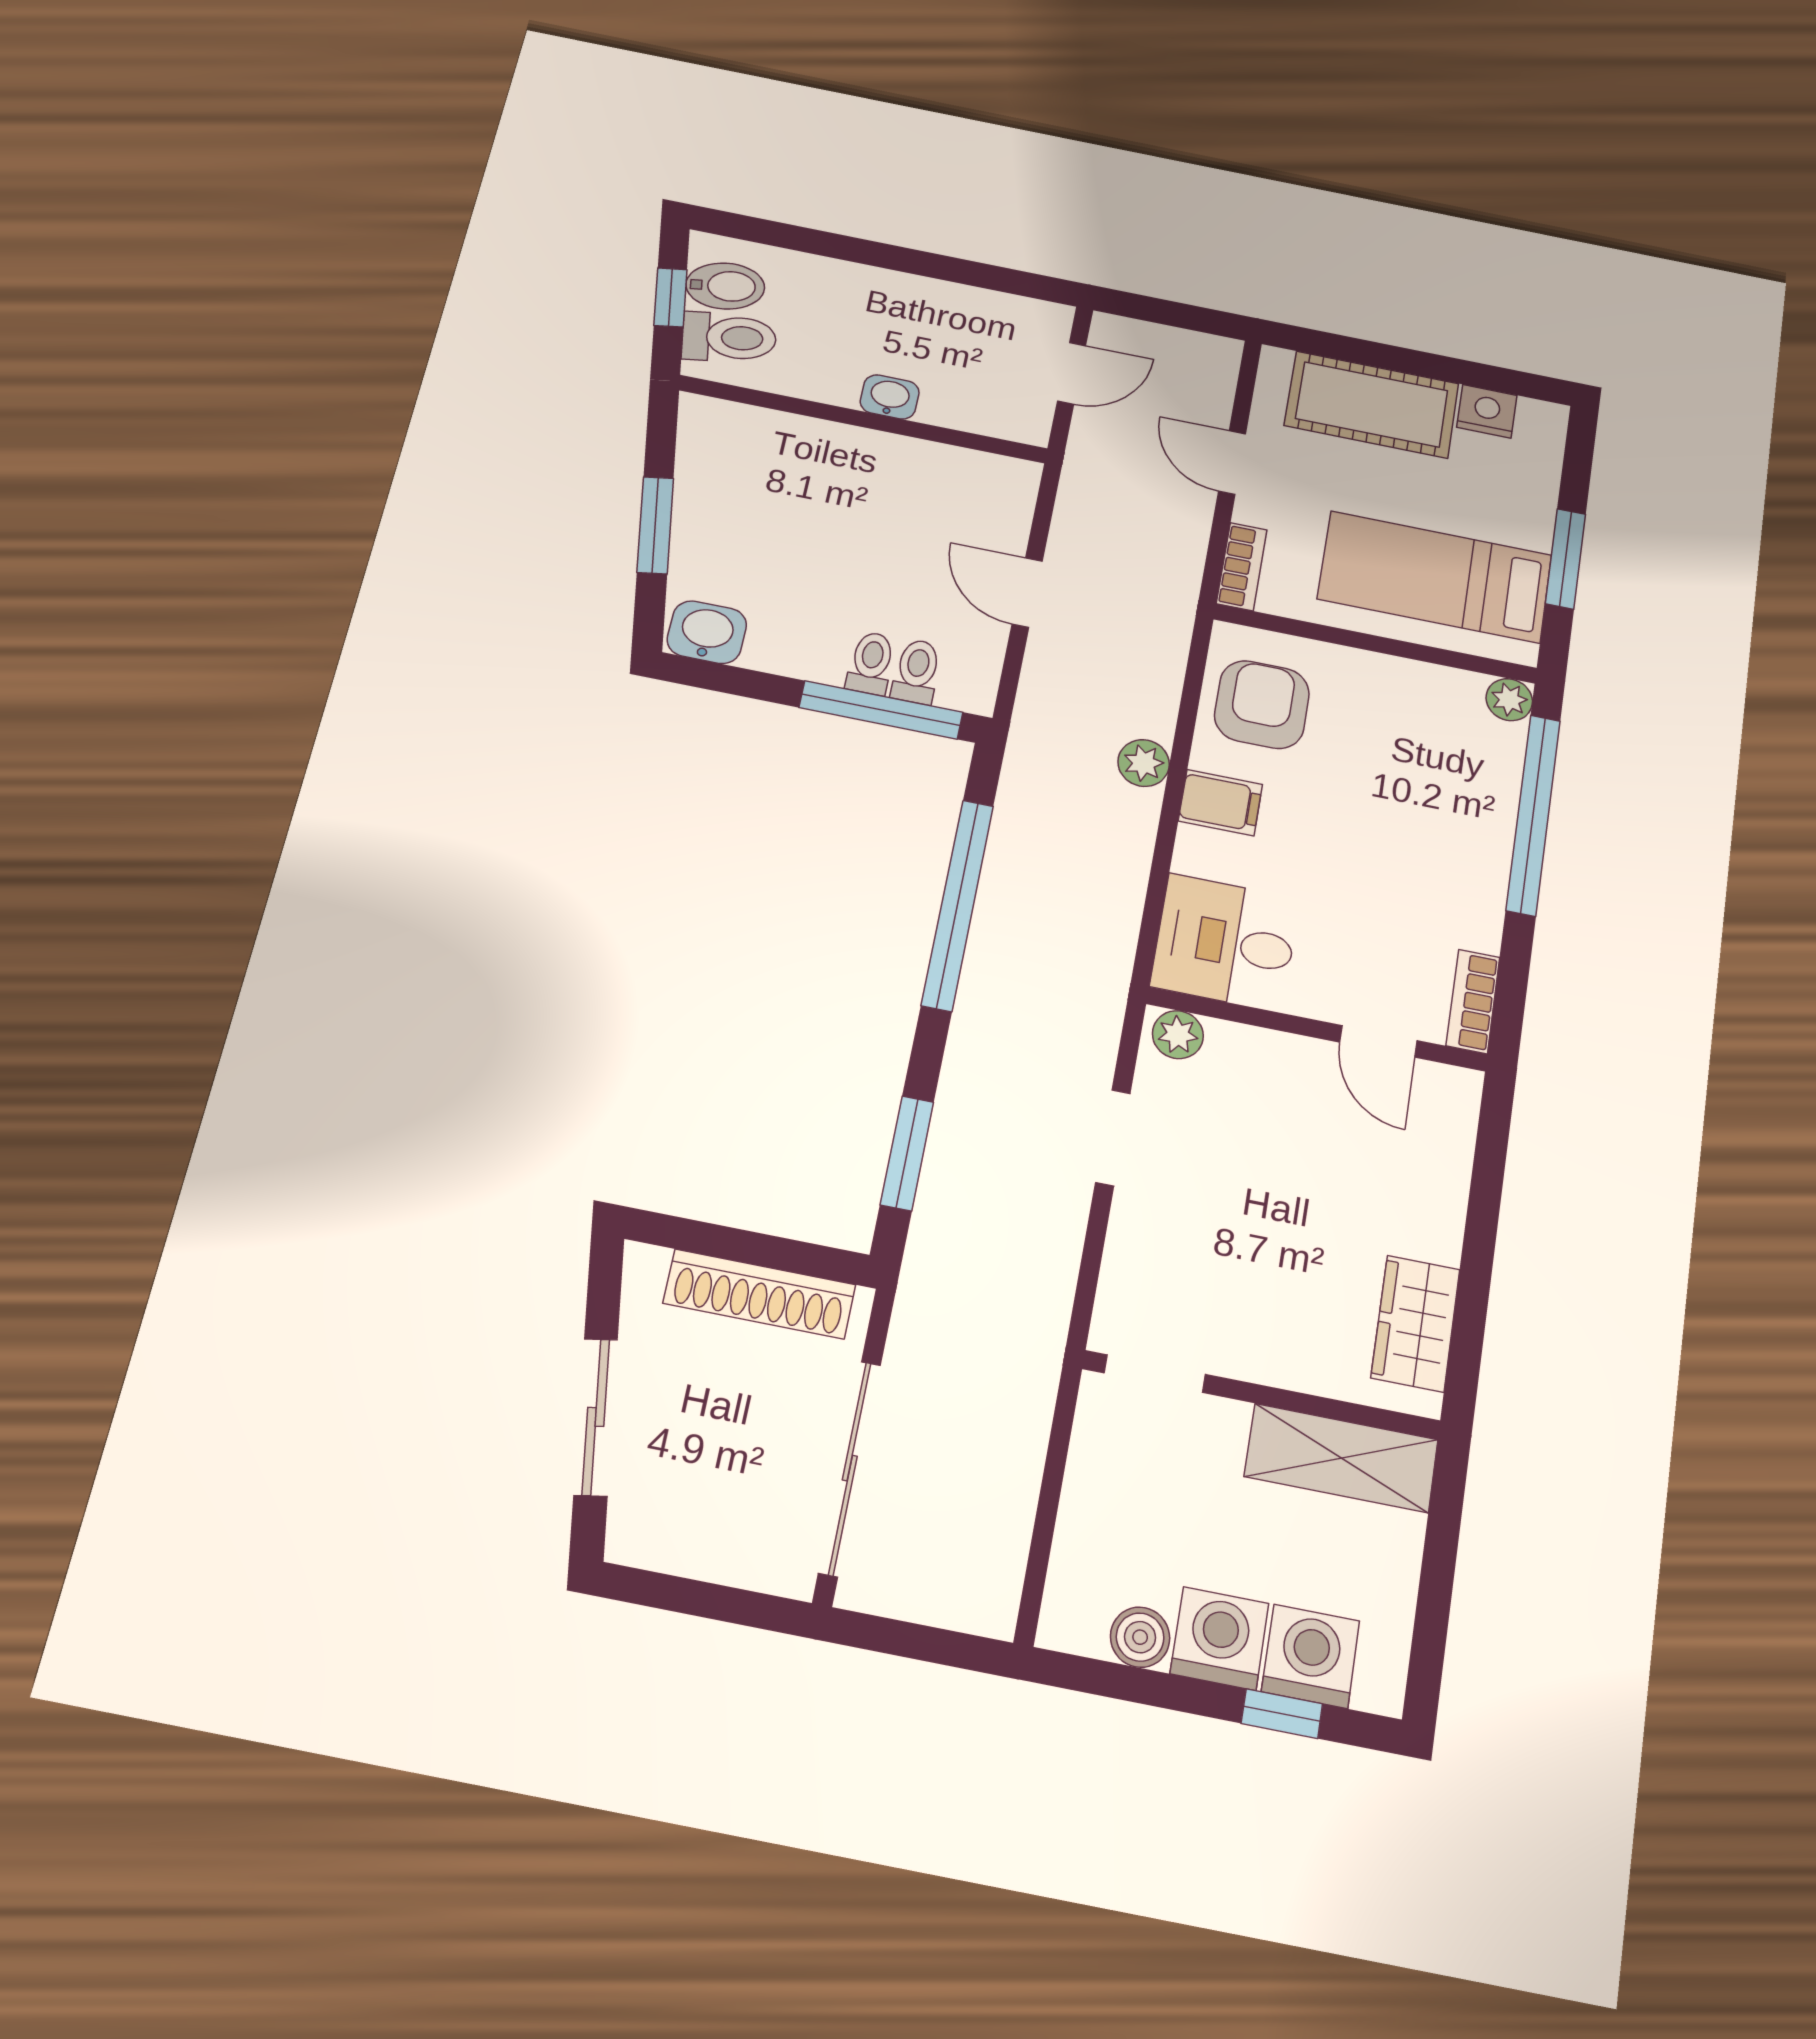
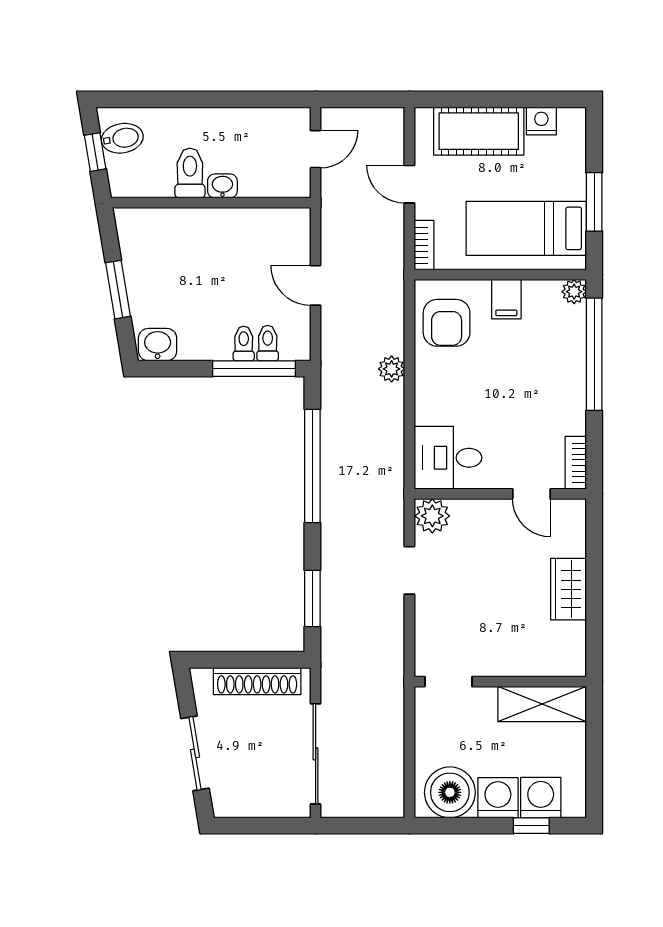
toilet: (729, 338) -> (190, 173), moved, turned -81
armchair: (1262, 705) -> (447, 323), turned 180
filing cabinet: (1220, 803) -> (506, 299), moved, turned 90
plant: (1178, 1035) -> (432, 516), width x1.38, depth x1.38
wardrobe: (1415, 1323) -> (568, 589), moved
boiler: (1140, 1637) -> (450, 792), width x1.86, depth x1.86

